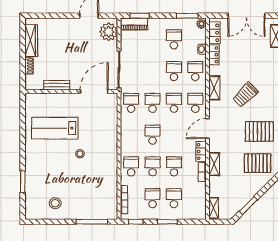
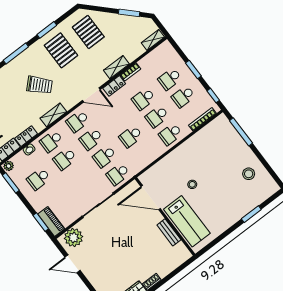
bench: (57, 85) -> (169, 232), moved
wall: (71, 91) -> (165, 216), moved
door: (94, 91) -> (151, 198), moved

